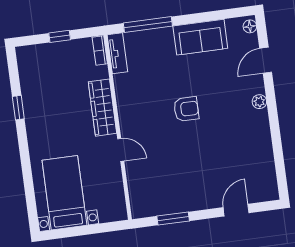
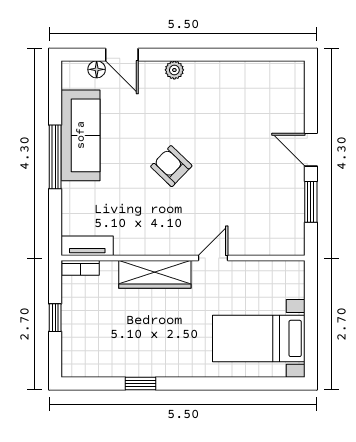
window: (148, 24) -> (55, 157), moved
floor lamp: (250, 26) -> (97, 69), moved
sofa: (200, 37) -> (81, 135), width x1.36
armchair: (186, 109) -> (171, 166), turned -46
door: (236, 210) -> (311, 150), moved

